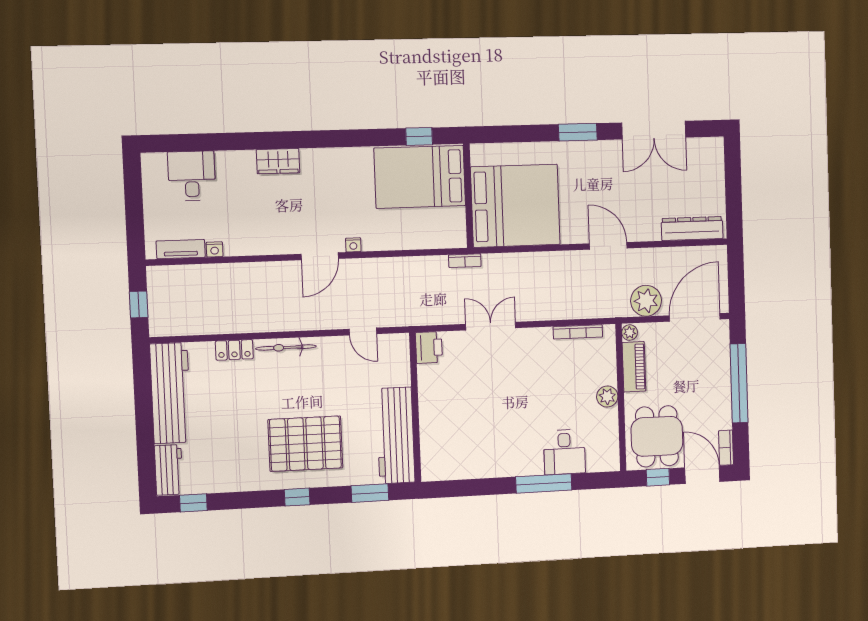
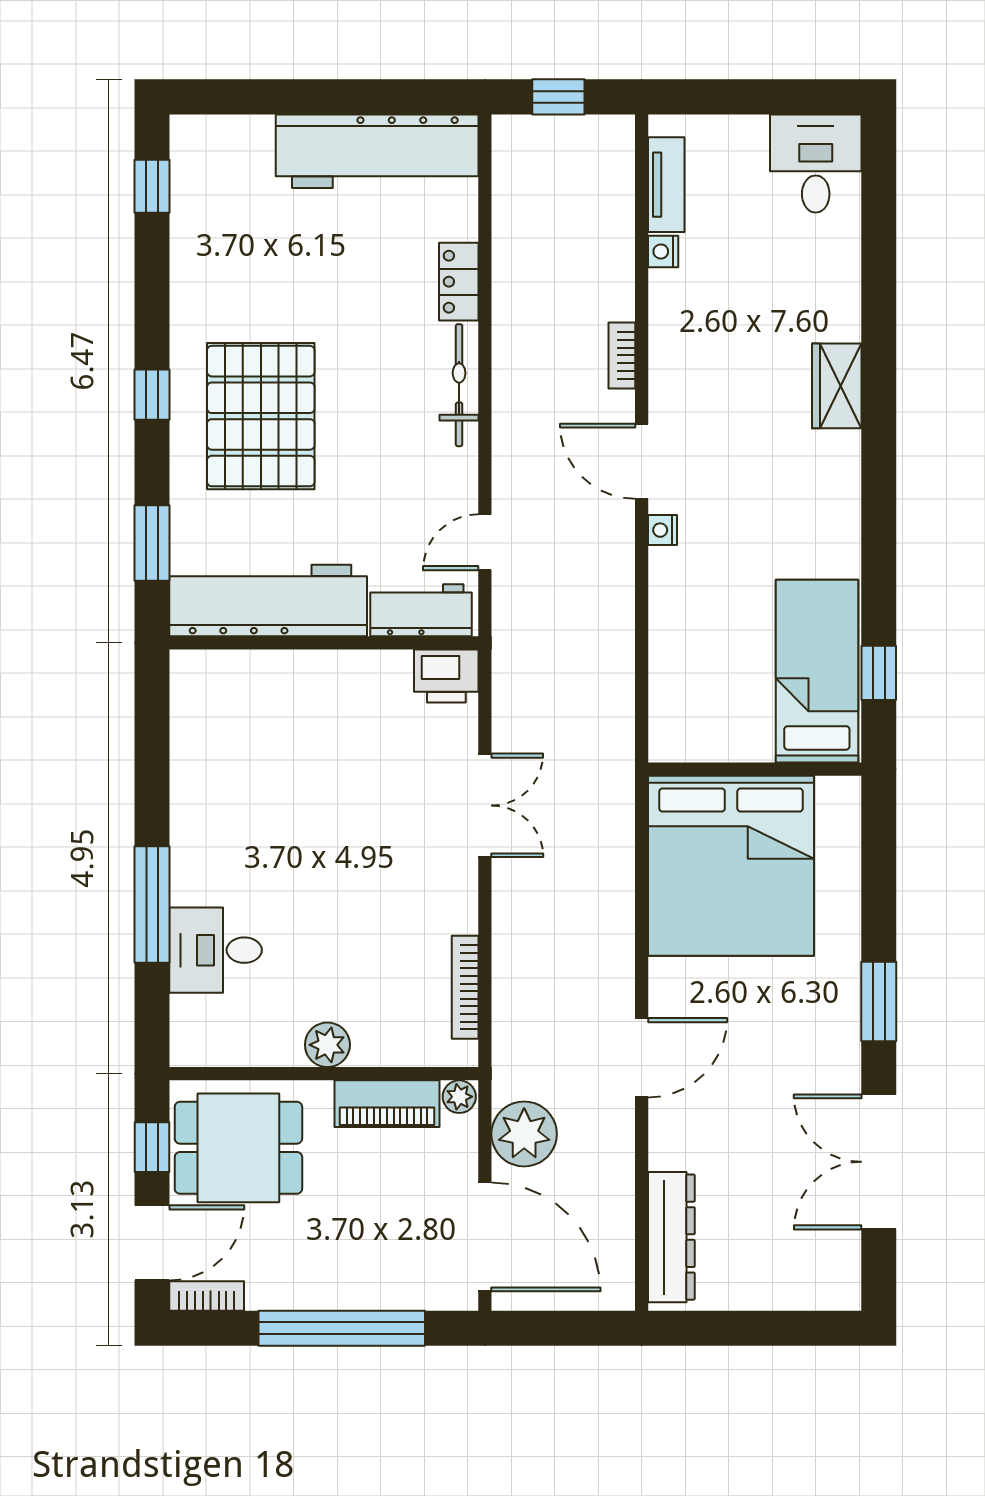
desk: (192, 176) -> (816, 163), moved, turned -90
bed: (420, 177) -> (817, 671), width x0.67
bookcase: (465, 261) -> (622, 355), moved
workbench: (169, 470) -> (421, 610), moved, turned 180

